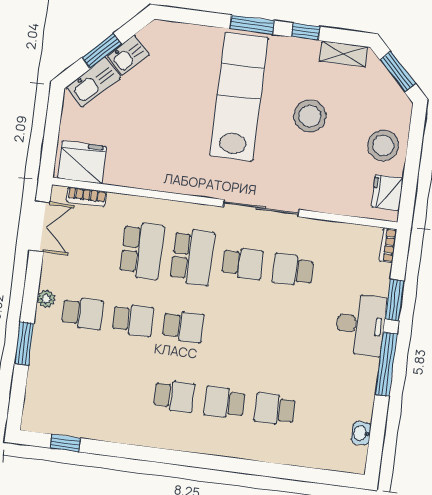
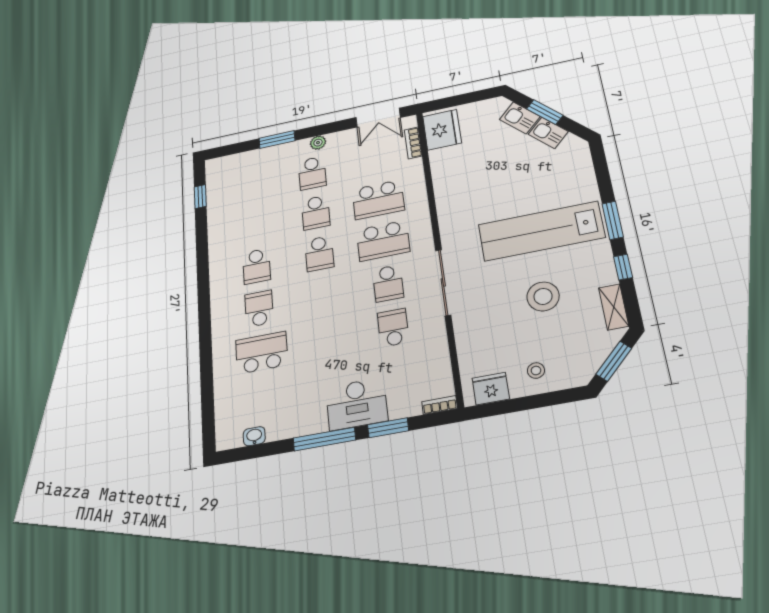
kitchen sink: (94, 82) -> (520, 118), width x0.73
lab bench: (239, 97) -> (541, 231), turned 180
stool: (383, 145) -> (536, 371), width x0.53, depth x0.53
school desk: (275, 409) -> (262, 353), width x1.85

